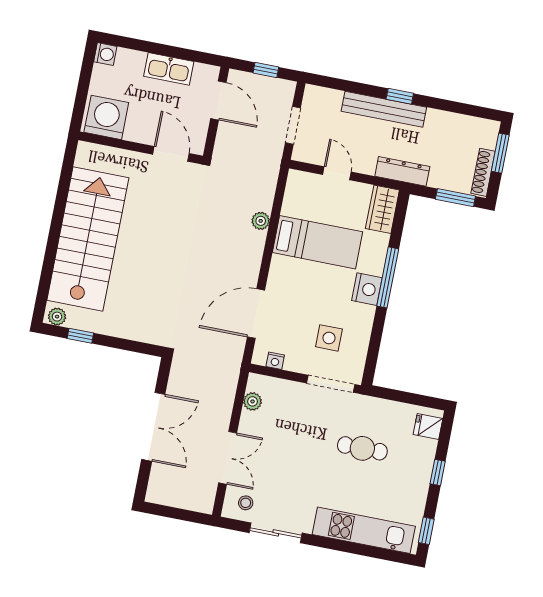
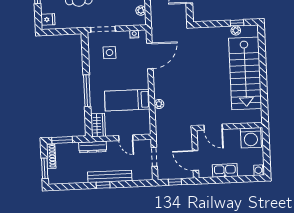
nightstand: (367, 289) -> (96, 82), removed
plant: (57, 317) -> (236, 30), moved

